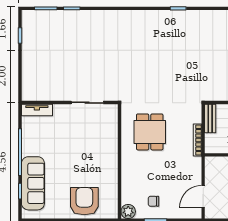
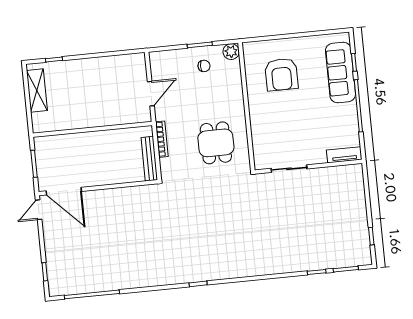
bench: (210, 119) -> (149, 159), width x1.36
door: (203, 197) -> (151, 94), moved
armchair: (84, 201) -> (281, 75), moved

